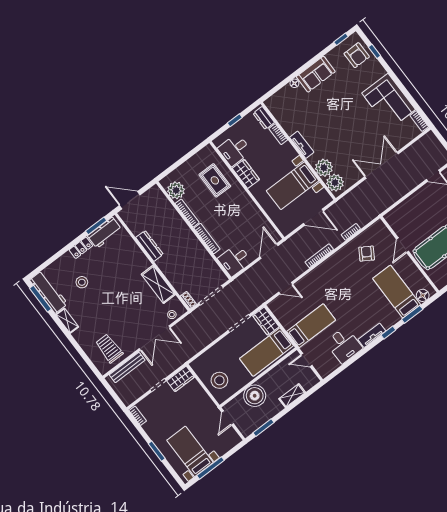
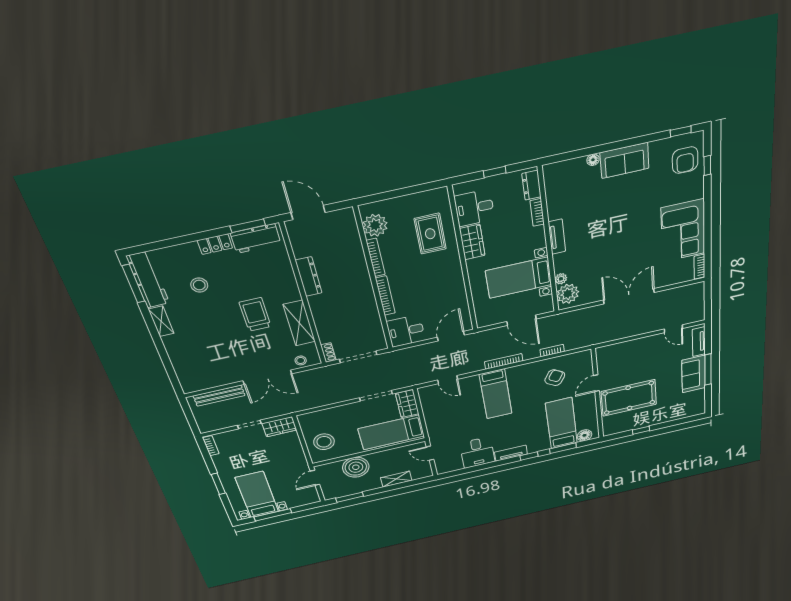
plant: (324, 168) -> (561, 279), width x0.53, depth x0.53
bed: (311, 326) -> (496, 394), moved, turned 90
trolley: (109, 348) -> (255, 314), moved

